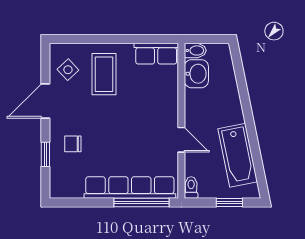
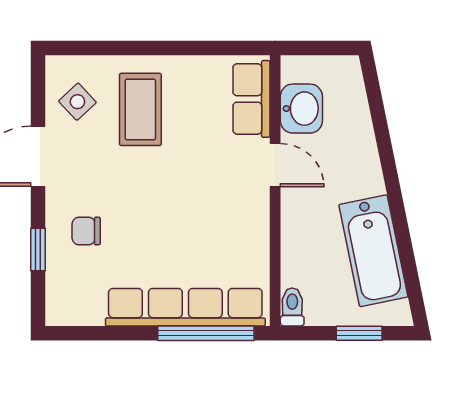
bidet: (195, 50) -> (300, 68), removed
row of seats: (156, 54) -> (251, 99), moved, turned 90
door: (181, 140) -> (275, 165), moved

